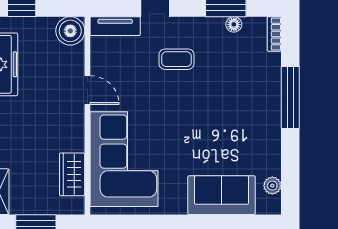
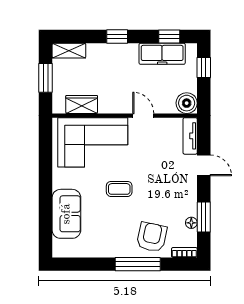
coffee table: (176, 59) -> (119, 189), moved, turned 90
armchair: (253, 79) -> (152, 237), added
door: (87, 90) -> (143, 116), swing flipped
plant: (272, 186) -> (73, 251), removed

